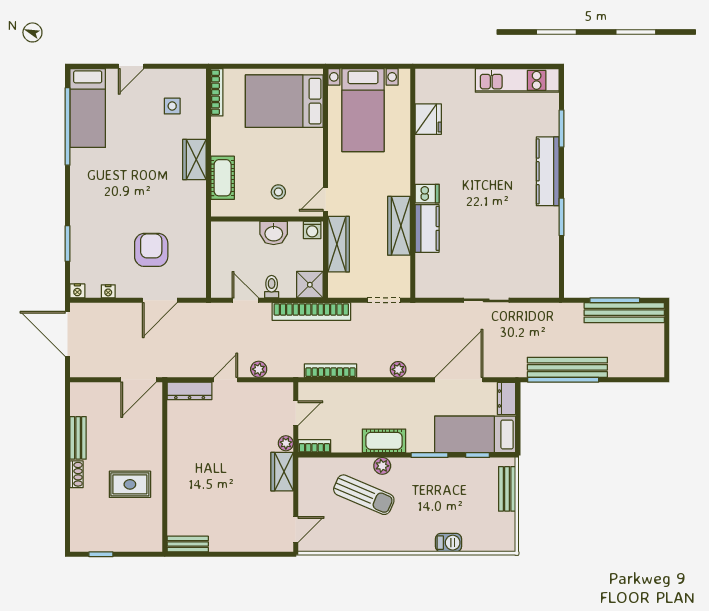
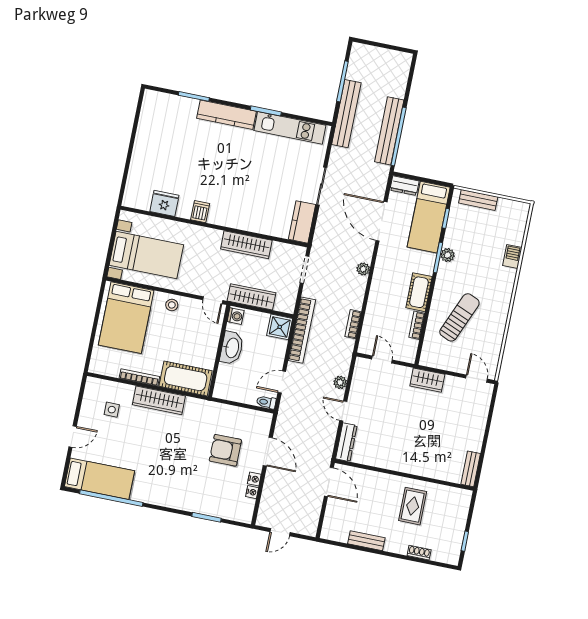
door: (131, 66) -> (73, 437), hinge flipped
kitchen unit: (517, 80) -> (290, 128), moved, turned 90
bookcase: (217, 92) -> (139, 377), moved
wardrobe: (194, 160) -> (159, 400), width x1.50
cot: (223, 178) -> (186, 378), width x1.37, depth x1.34
stool: (278, 192) -> (172, 305), moved
dishwasher: (427, 194) -> (200, 212), moved
kitchen counter: (427, 228) -> (302, 222), moved, turned -90
washbasin: (274, 233) -> (232, 348), width x1.38
toilet: (272, 287) -> (266, 402), moved
nightstand: (77, 291) -> (254, 479), moved
bench: (624, 313) -> (346, 114), moved
door: (68, 334) -> (280, 532), width x0.53
bookcase: (330, 371) -> (353, 324), width x0.64
plant: (286, 443) -> (405, 372), removed
bookcase: (314, 446) -> (417, 325), moved
plant: (382, 466) -> (448, 255), moved
shoe rack: (76, 474) -> (419, 553), moved

